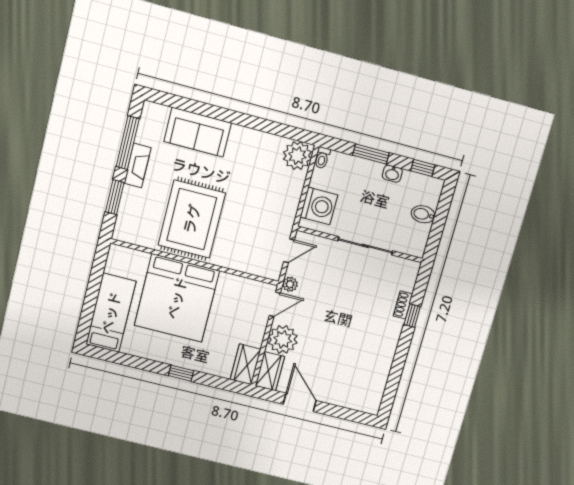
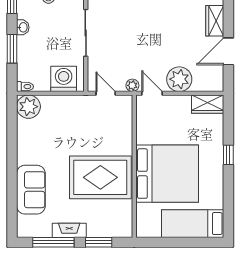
wardrobe: (270, 371) -> (215, 21), moved, turned -90

